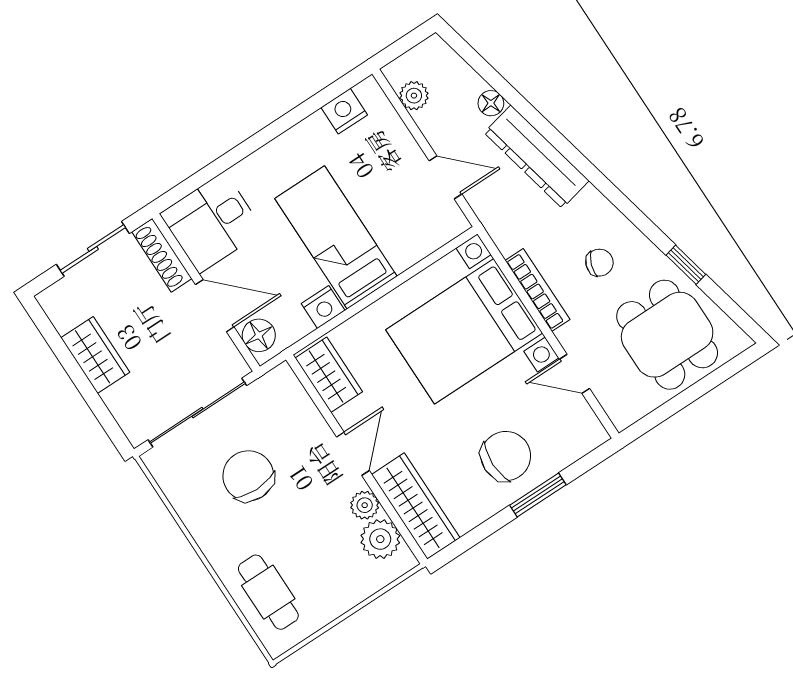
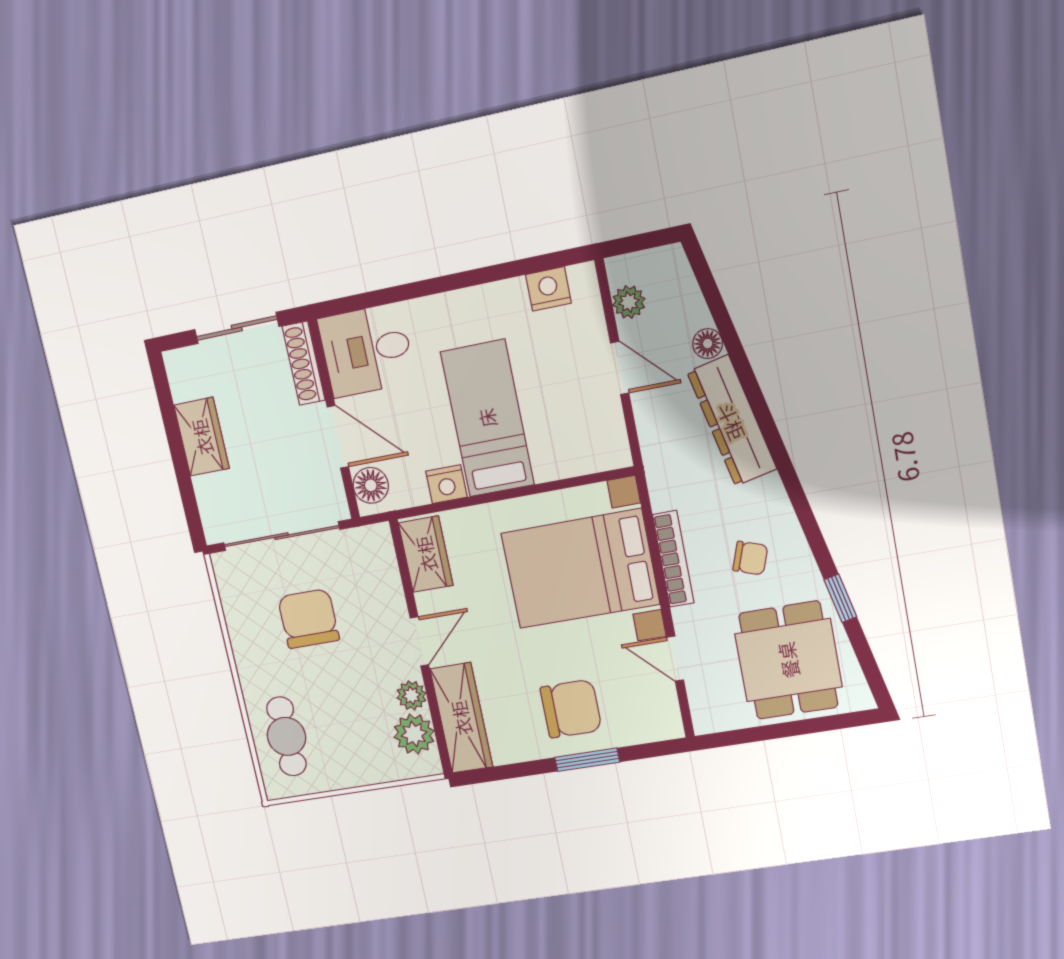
door: (445, 177) -> (620, 368), moved

